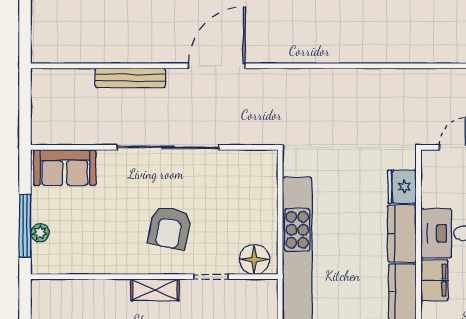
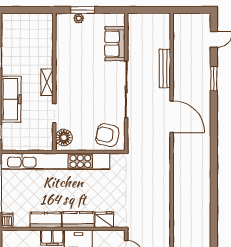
sofa: (65, 168) -> (115, 44), moved
window: (25, 226) -> (83, 10), width x0.69
armchair: (169, 228) -> (107, 135), moved

